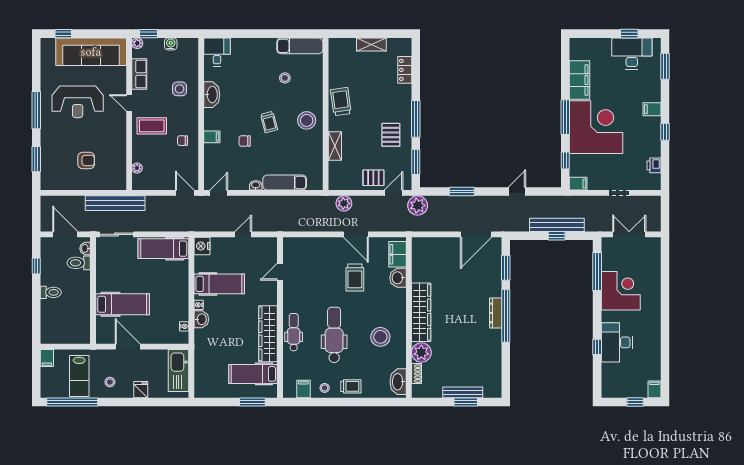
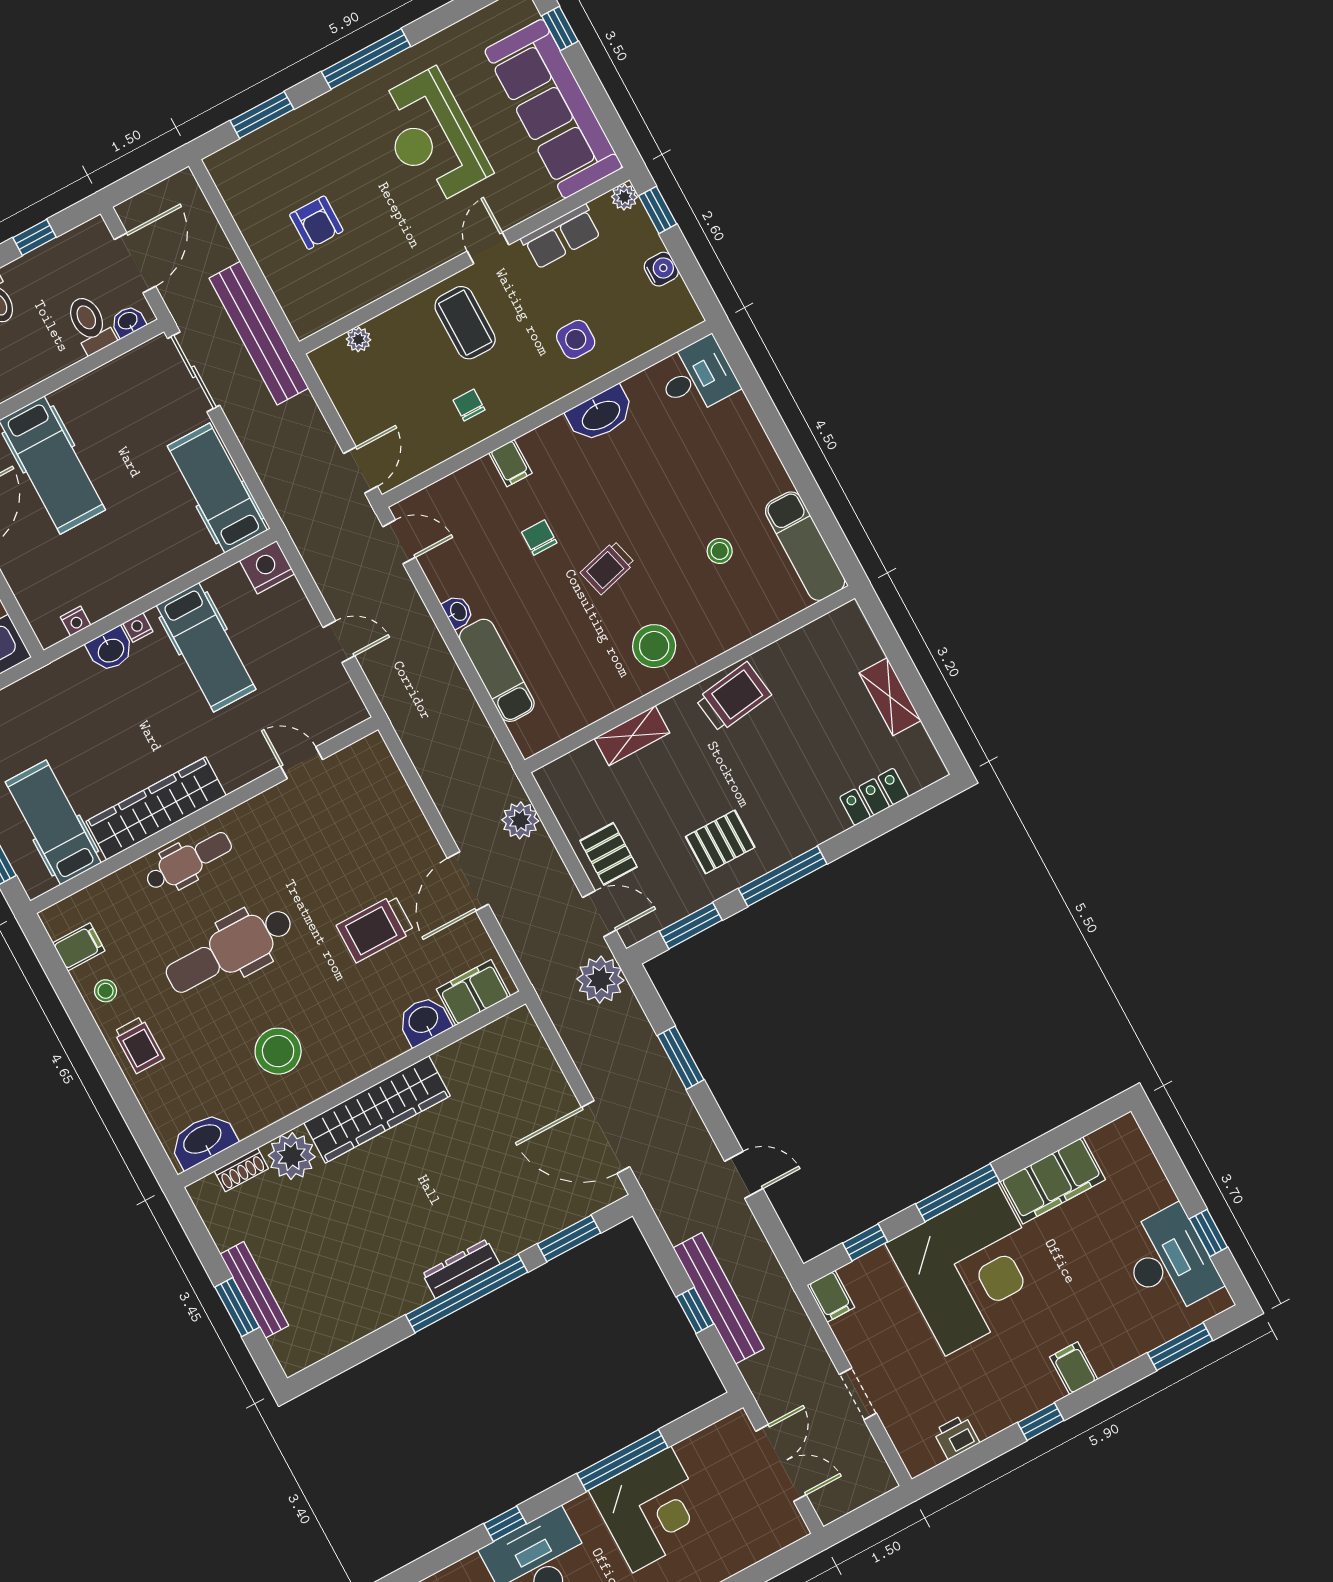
window: (597, 271) -> (622, 1461), moved
dental chair: (334, 335) -> (229, 950), turned 180

